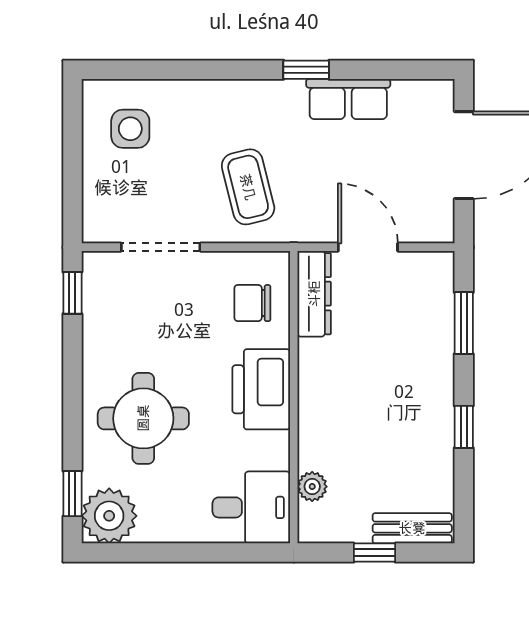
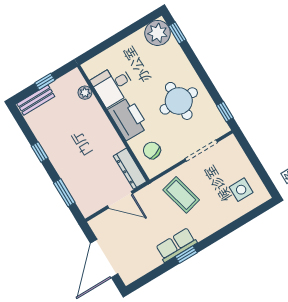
row of seats: (348, 99) -> (176, 245), moved
chair: (252, 303) -> (152, 150), turned -109
round table: (143, 418) -> (179, 101), moved
desk: (251, 507) -> (113, 85), moved

